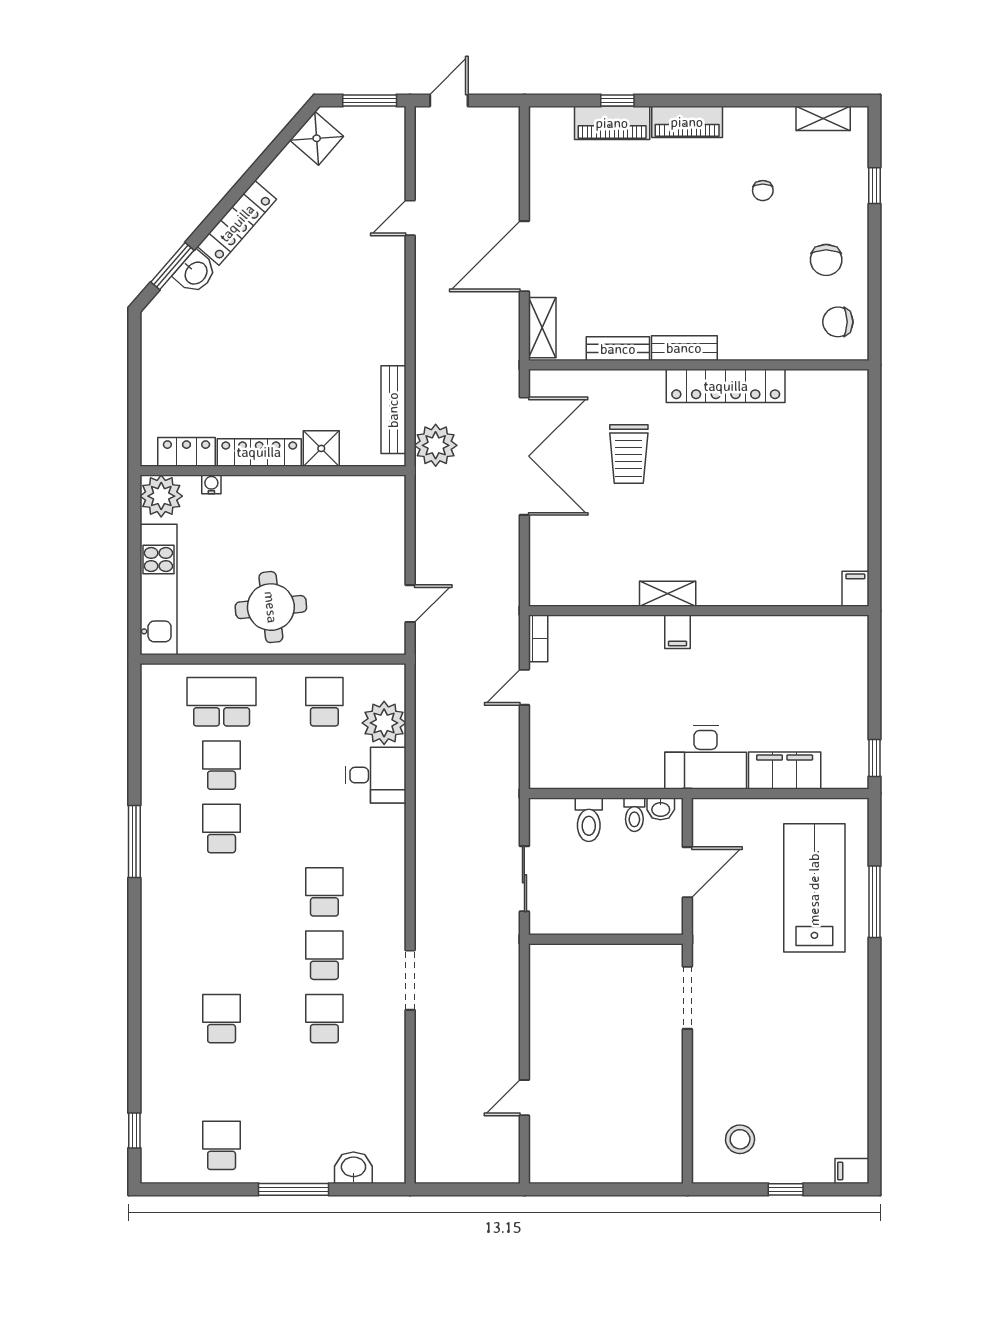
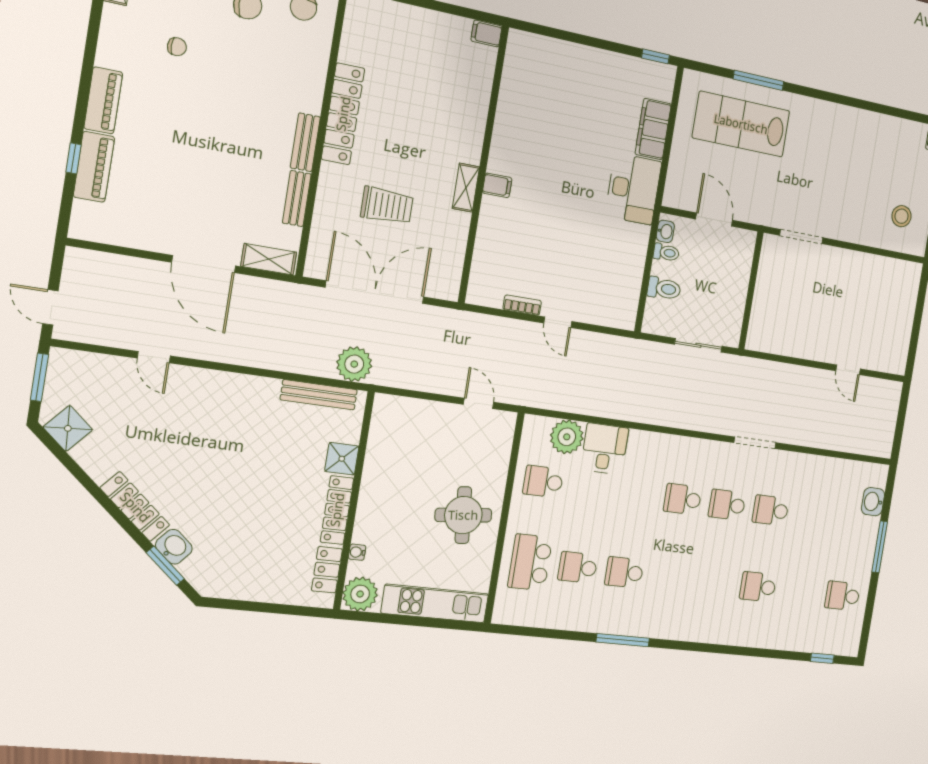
filing cabinet: (855, 589) -> (486, 33), moved
shelving: (668, 594) -> (466, 188), moved
wall: (699, 611) -> (483, 165), moved
filing cabinet: (677, 632) -> (497, 185), moved

